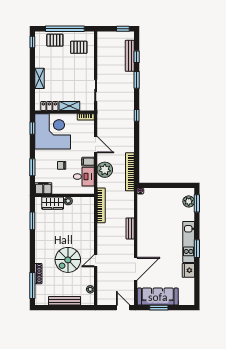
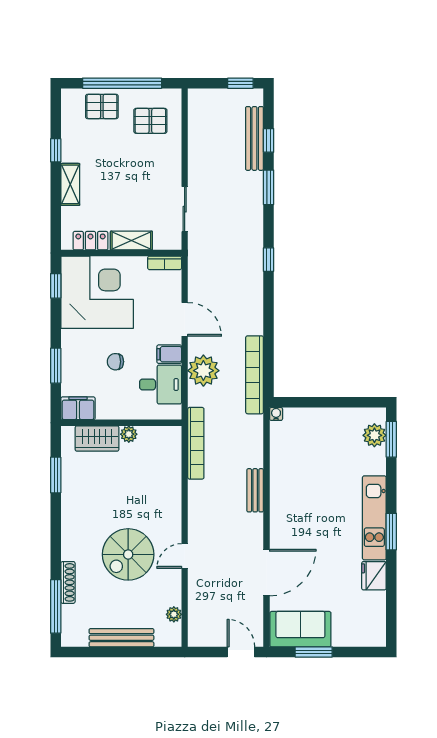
window: (32, 42) -> (56, 150), moved
sofa: (158, 297) -> (300, 629), width x0.73

